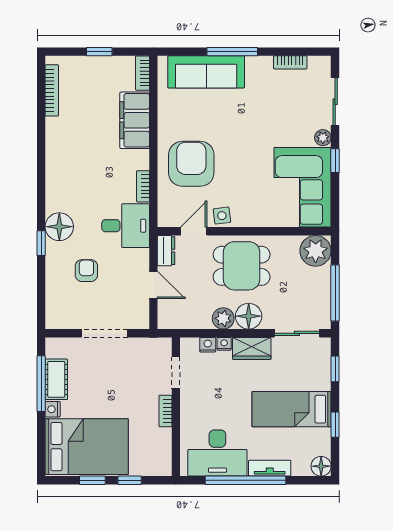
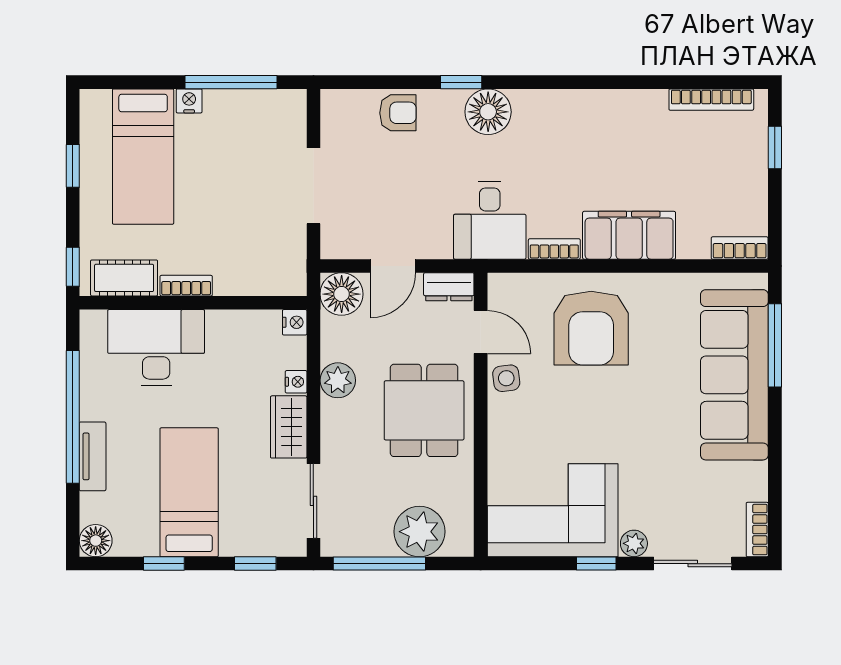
window: (99, 52) -> (775, 147), moved
window: (232, 52) -> (775, 345), moved
bookcase: (290, 62) -> (757, 530), moved
sofa: (206, 72) -> (734, 375), width x1.36, depth x1.27
filing cabinet: (135, 120) -> (629, 235), moved
armchair: (191, 164) -> (591, 328), turned 90
plant: (316, 251) -> (419, 532), moved
armchair: (86, 271) -> (398, 113), moved
floor lamp: (249, 316) -> (342, 294), moved
nightstand: (208, 345) -> (295, 322), moved
doorway: (176, 372) -> (249, 303), removed
cot: (56, 379) -> (124, 278), moved
bed: (87, 447) -> (143, 157), width x0.67
desk: (217, 453) -> (156, 347), moved, turned 90
window: (130, 480) -> (73, 267), moved

